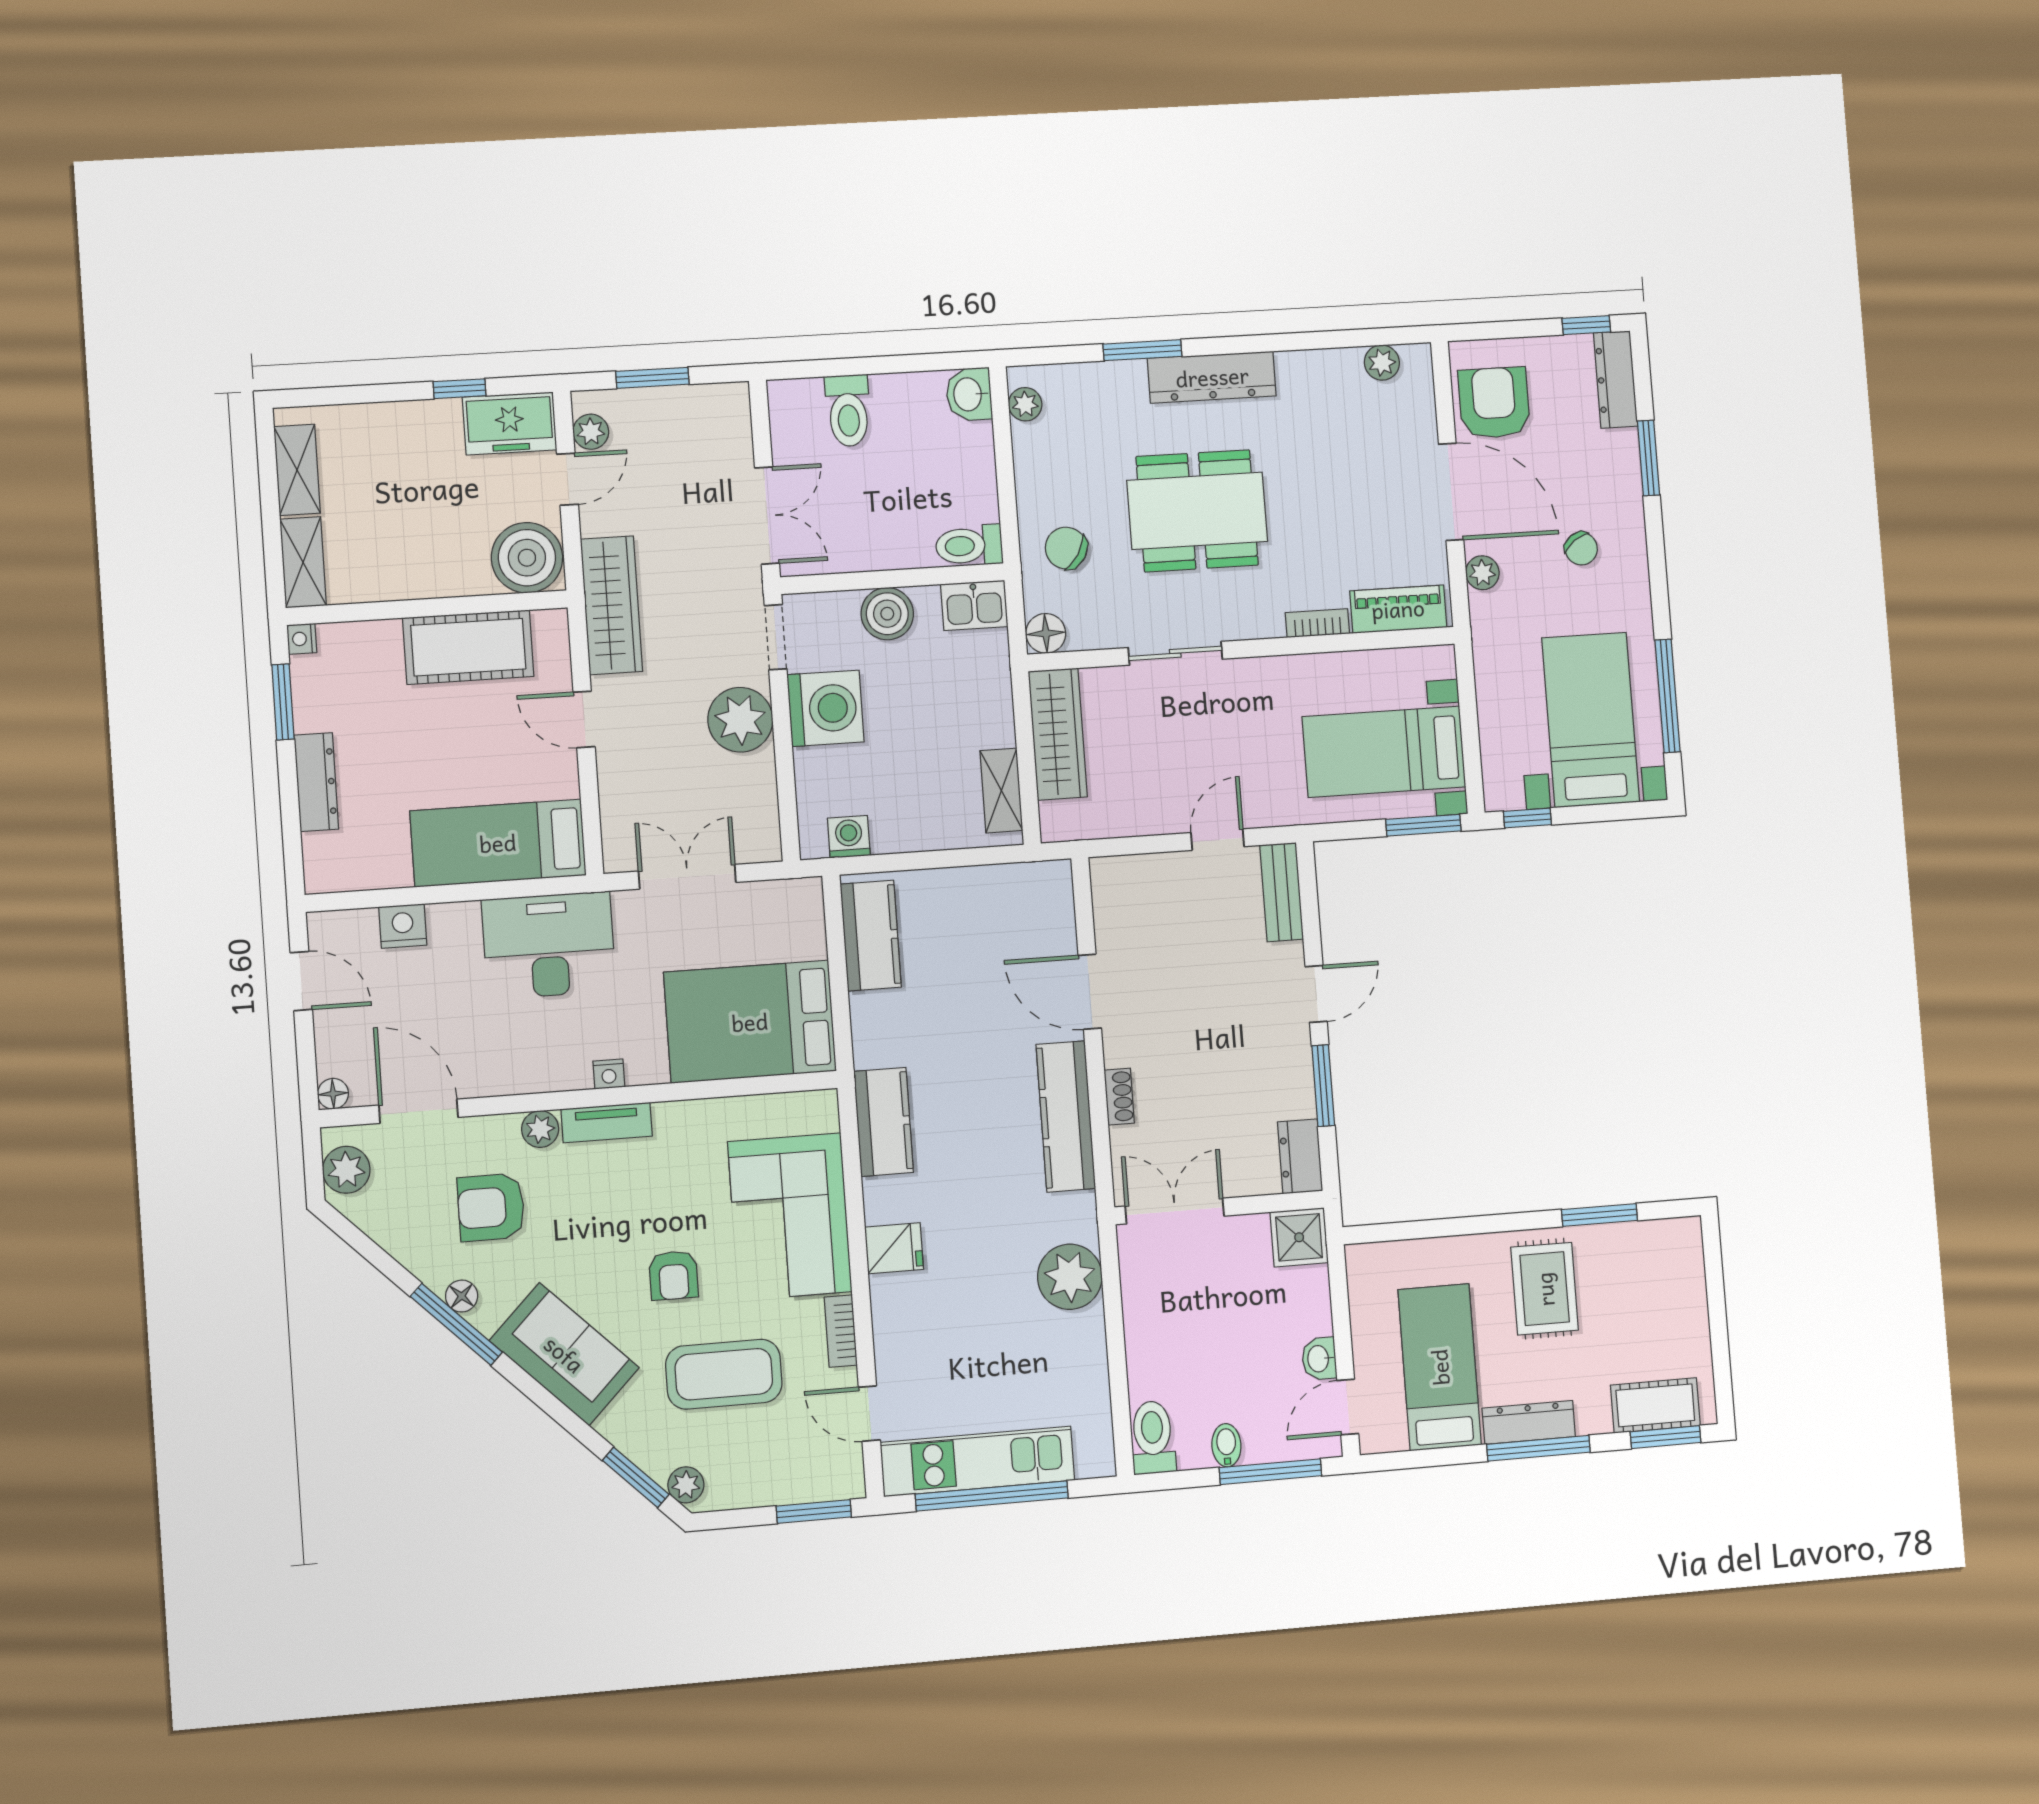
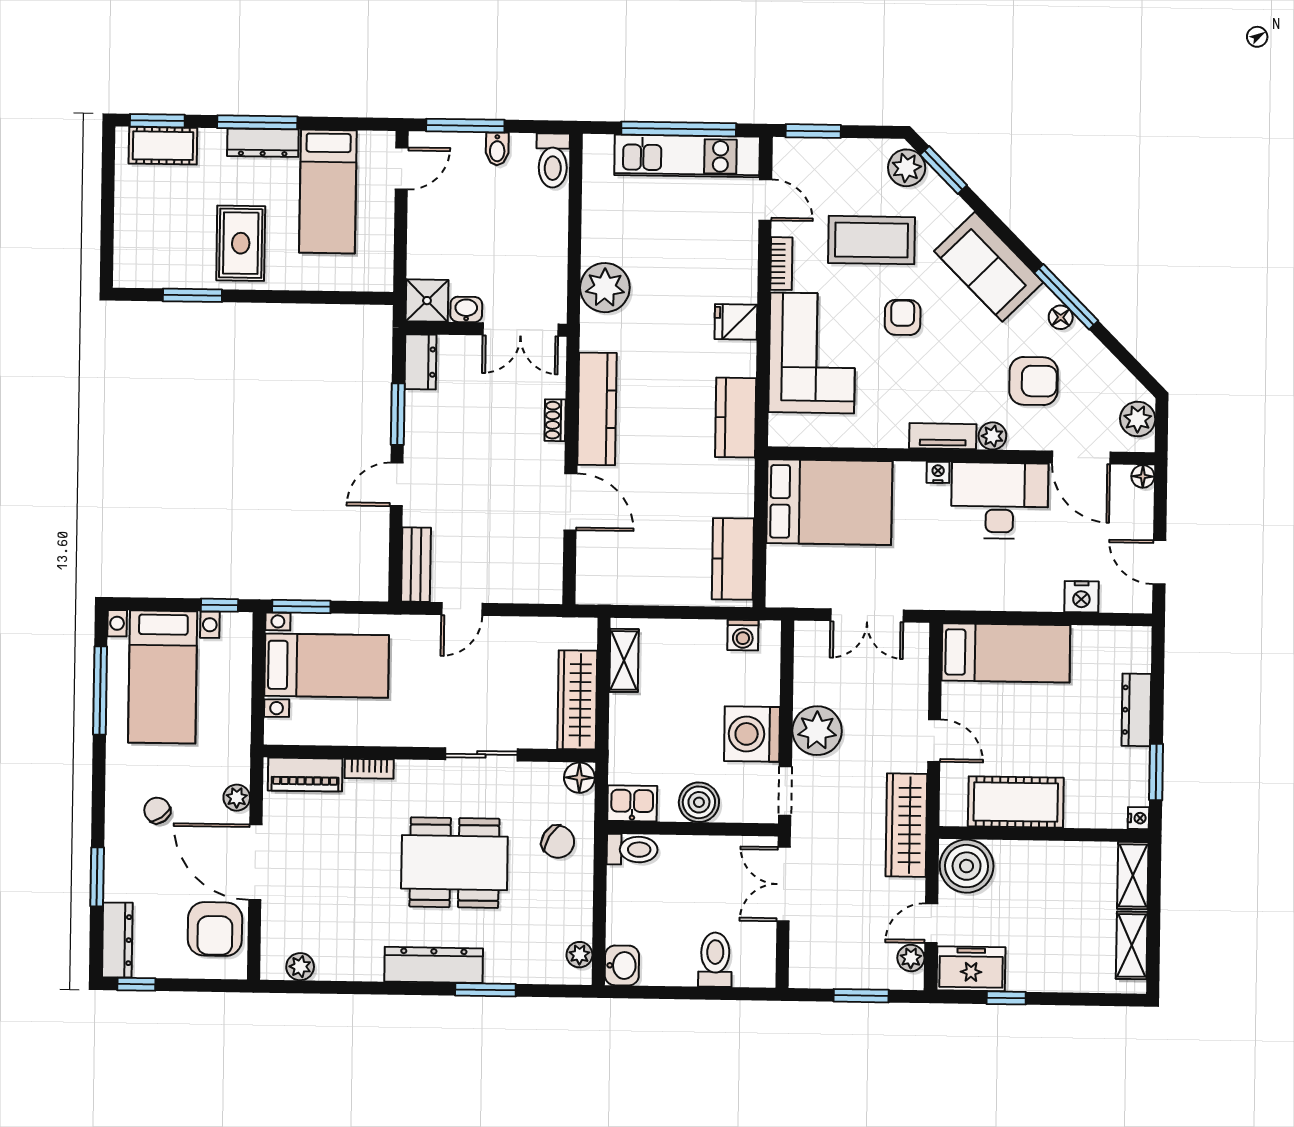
desk: (549, 945) -> (1000, 501), moved, turned 180
washbasin: (1319, 1359) -> (466, 309), moved, turned -90
plant: (686, 1485) -> (907, 168), width x1.38, depth x1.38

